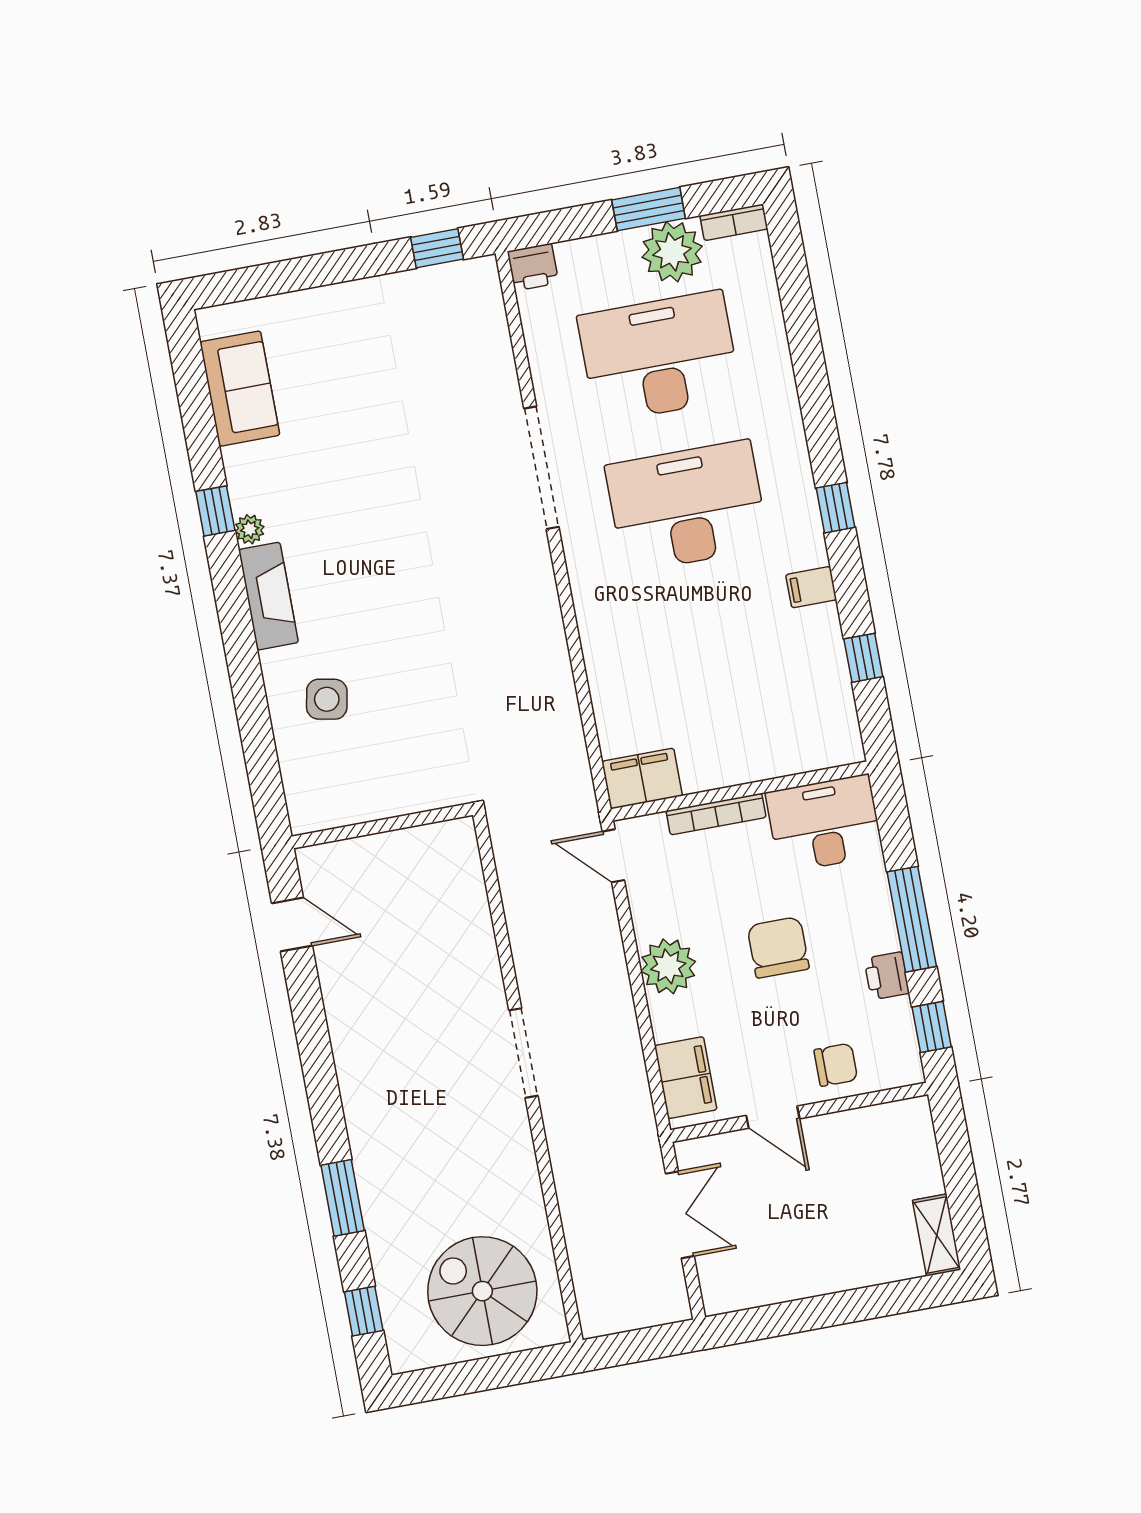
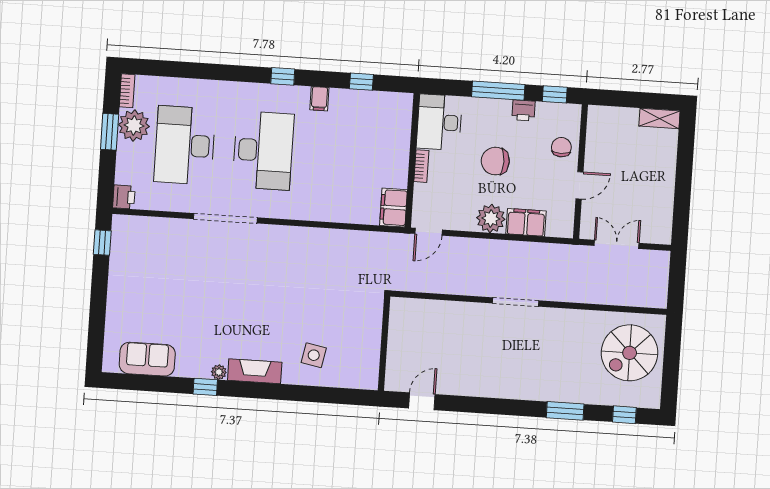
desk: (687, 506) -> (263, 150), turned 180
bookcase: (716, 814) -> (421, 166), width x0.64
filing cabinet: (686, 1078) -> (526, 222), moved

